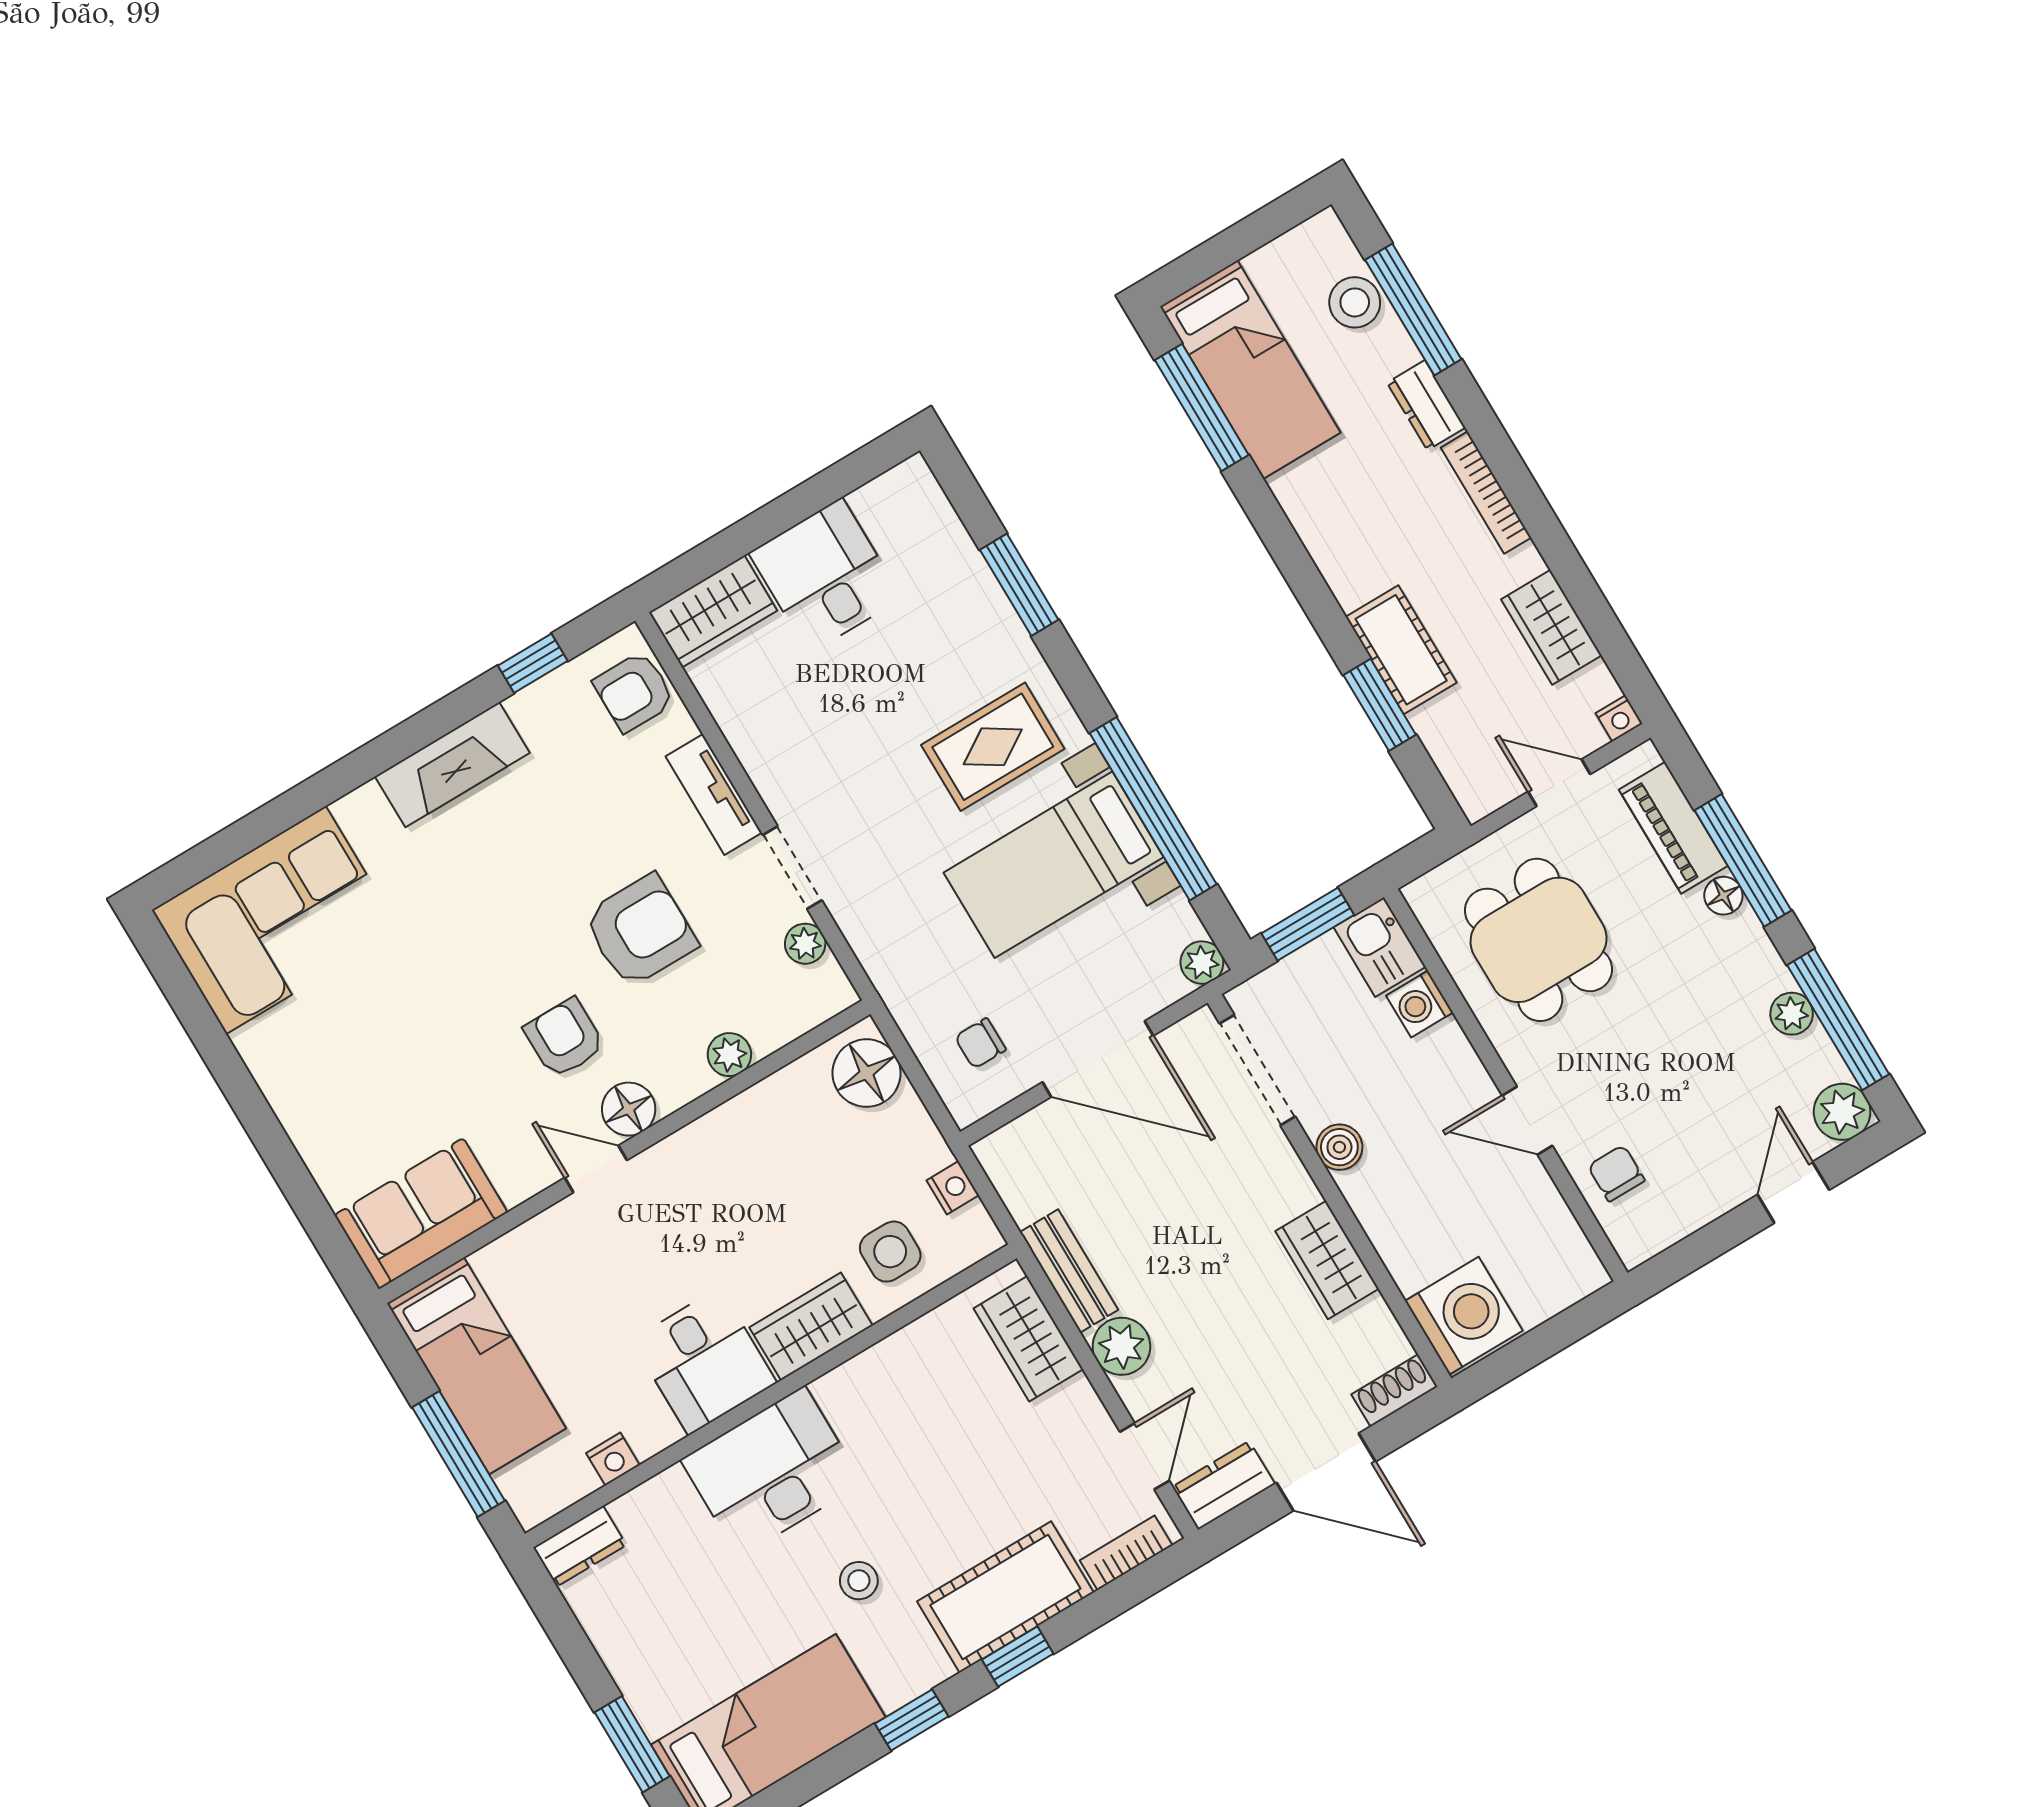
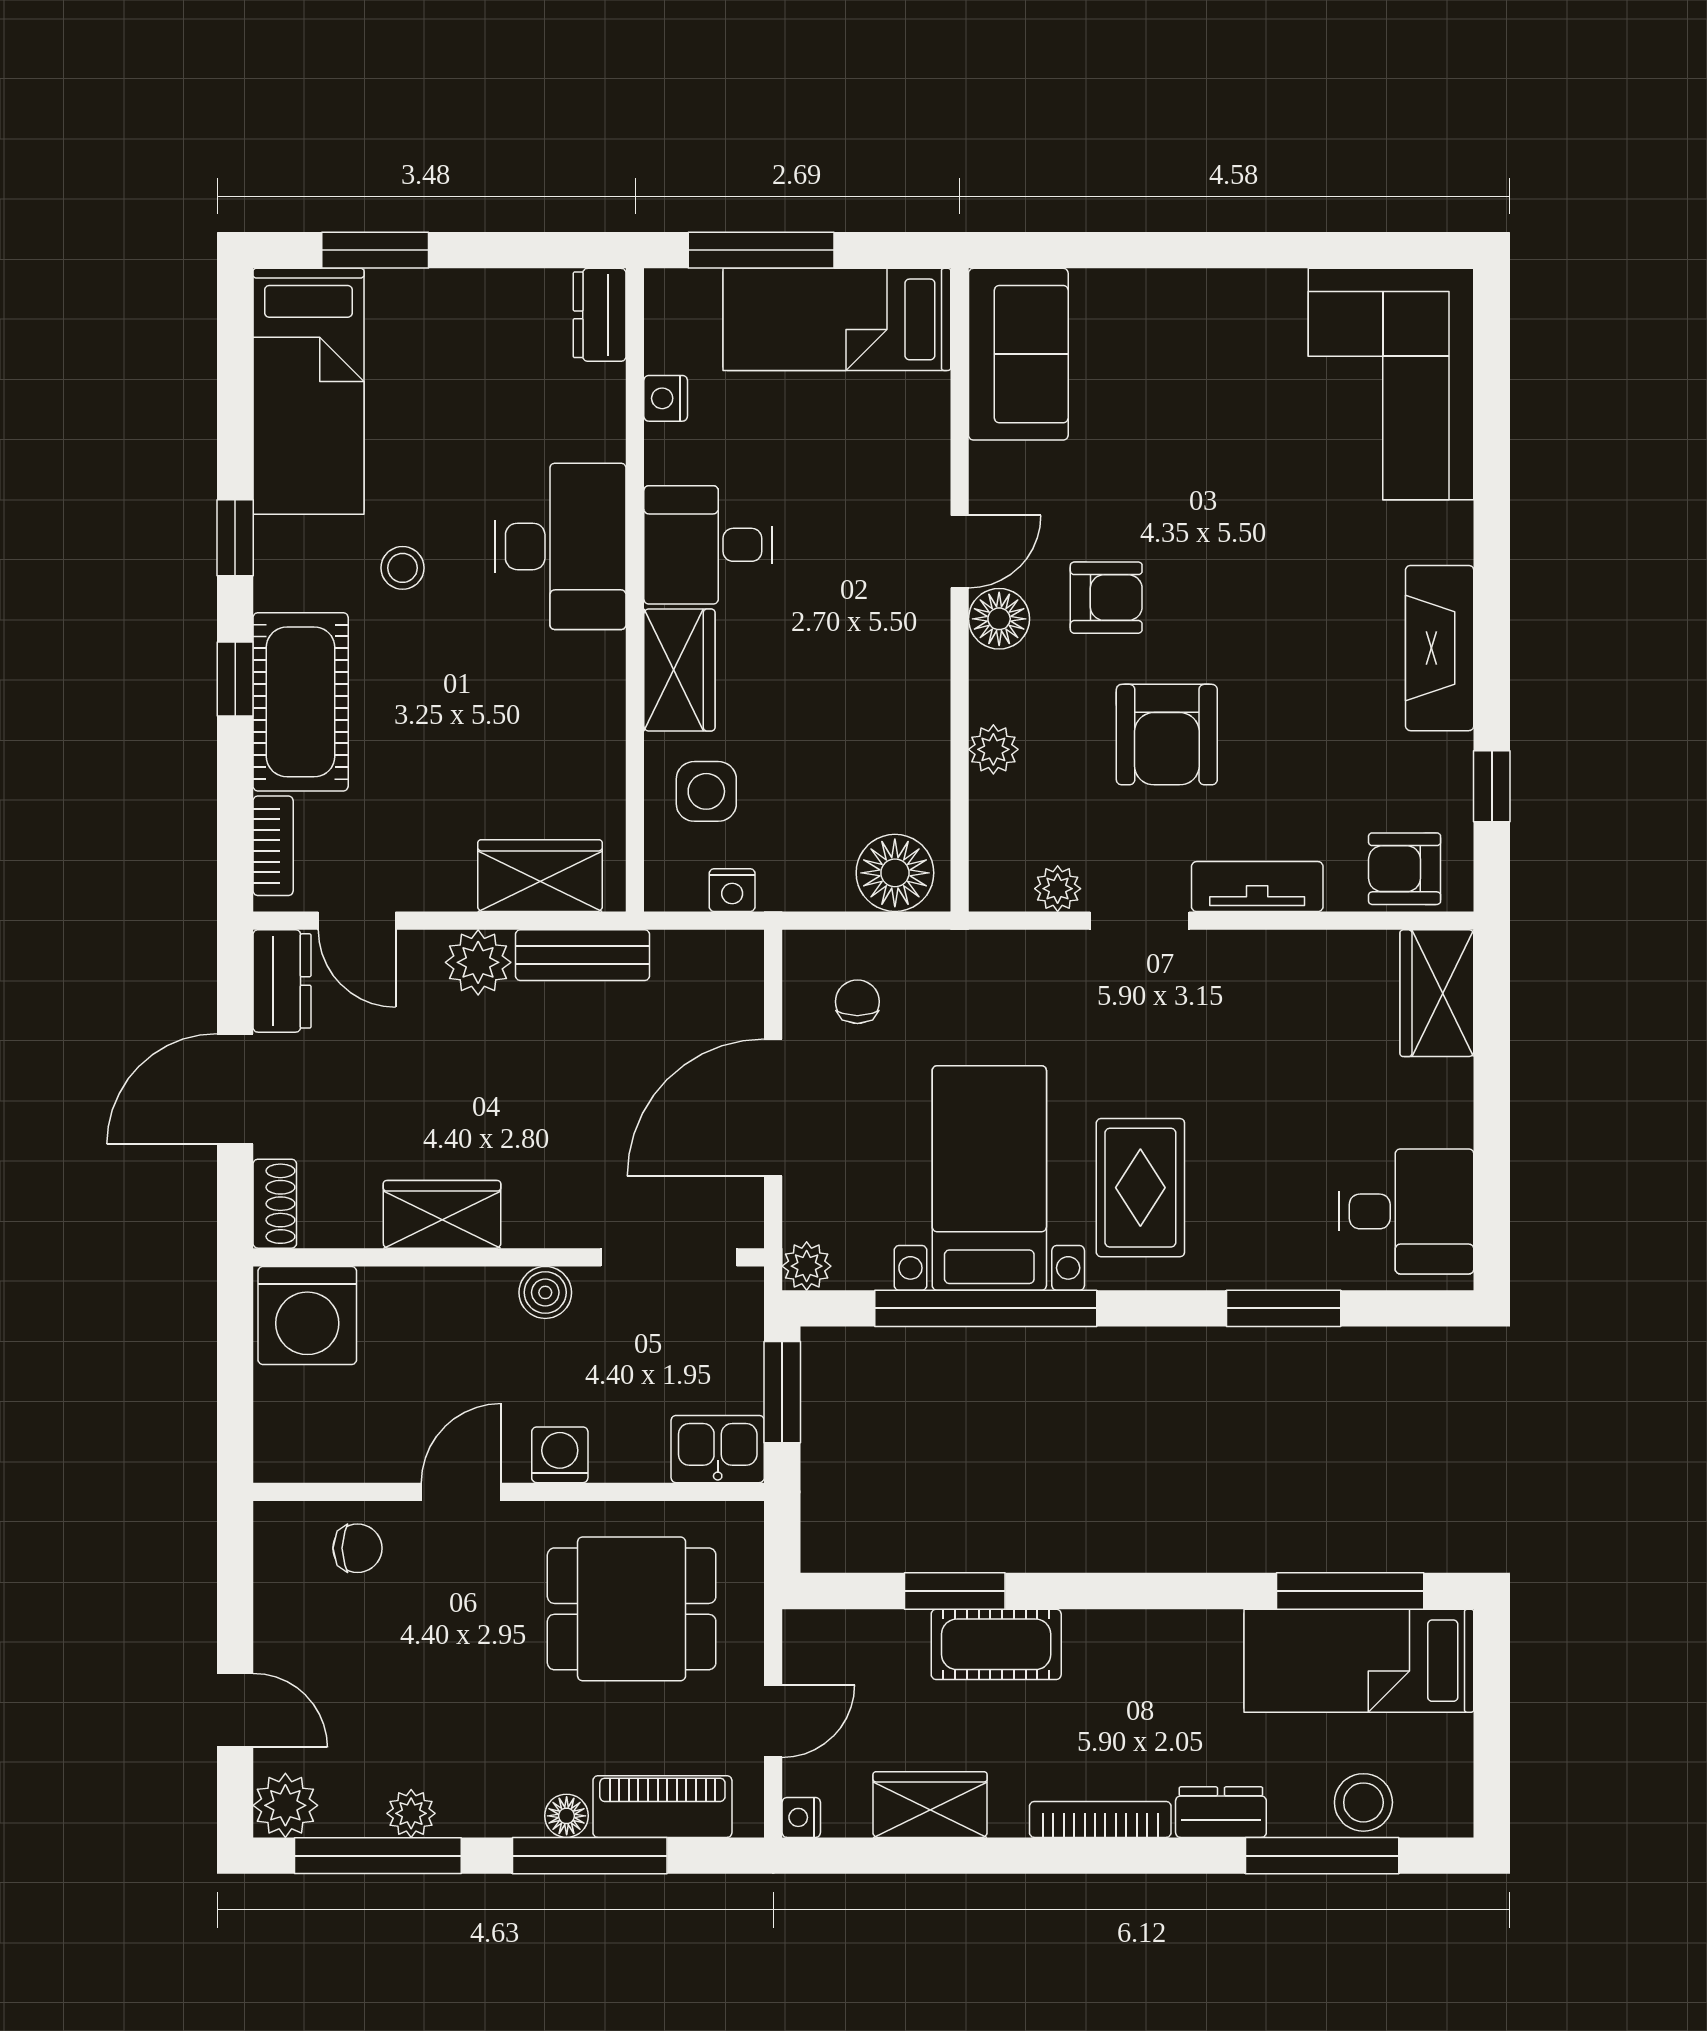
desk: (825, 576) -> (1406, 1211), moved
armchair: (634, 692) -> (1405, 869), turned -90
washing machine: (1420, 1004) -> (560, 1455), moved

